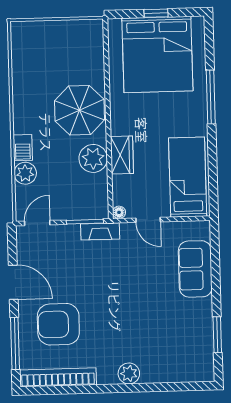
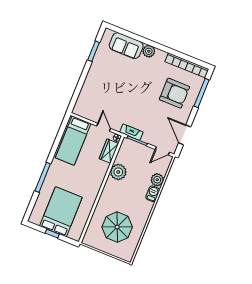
bed: (157, 54) -> (61, 212), width x0.73
parasol: (80, 110) -> (117, 227), moved
wardrobe: (122, 155) -> (109, 151), moved
sofa: (195, 269) -> (126, 46), moved, turned 90
door: (13, 282) -> (185, 135), moved

